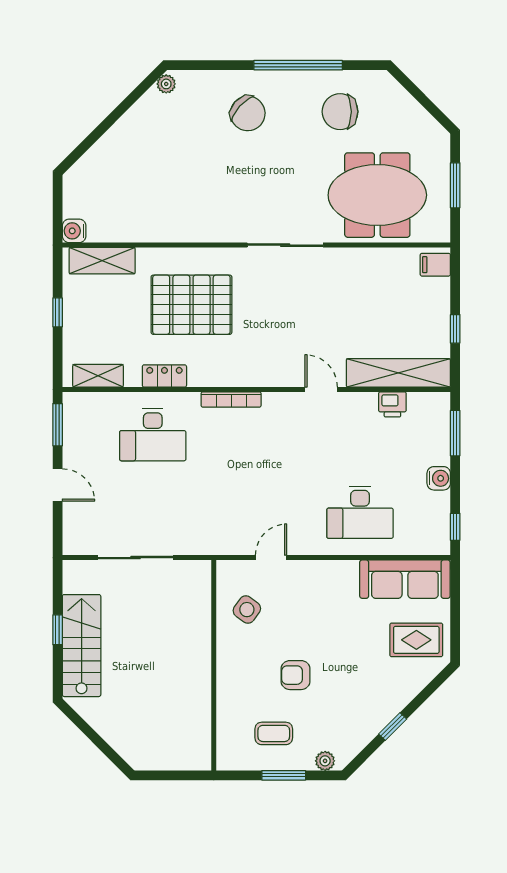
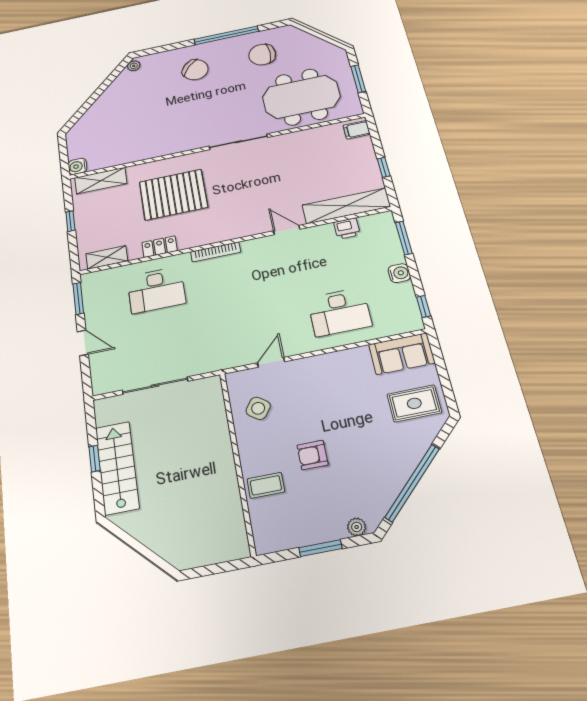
sofa: (405, 579) -> (402, 354), width x0.73
window: (393, 726) -> (412, 483), width x3.17
coffee table: (274, 733) -> (266, 485), moved

